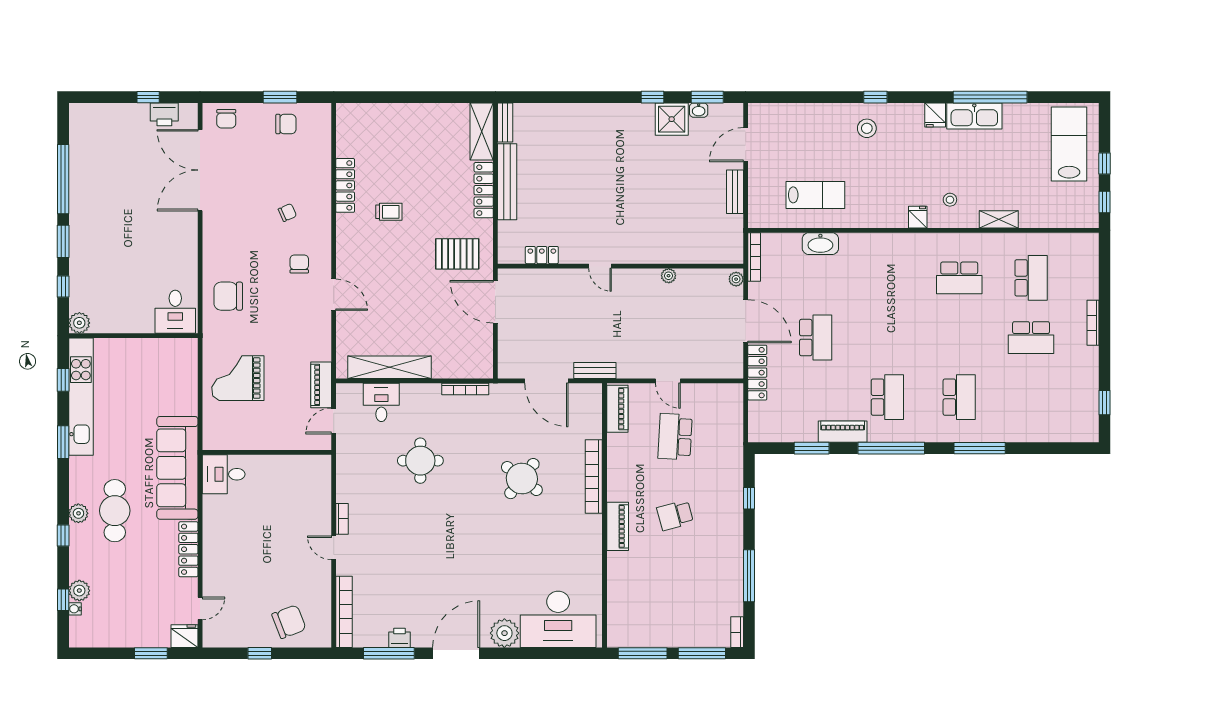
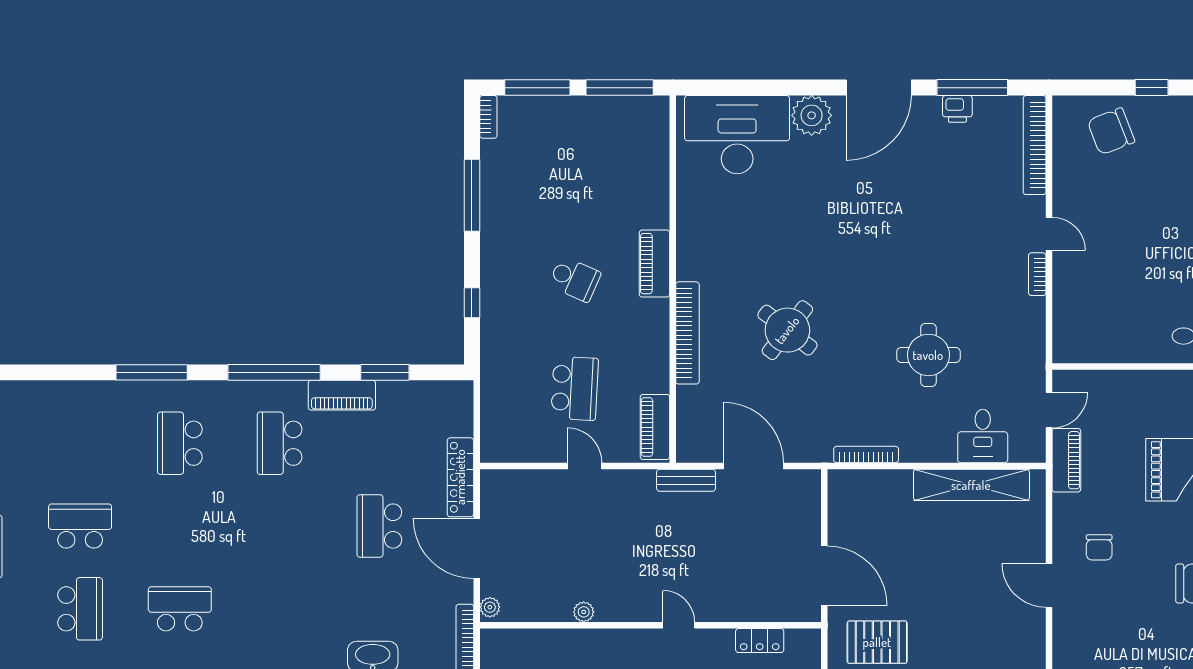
chair: (299, 264) -> (1099, 547), moved
school desk: (1031, 278) -> (80, 609), turned 180
school desk: (675, 515) -> (575, 279), turned 39

